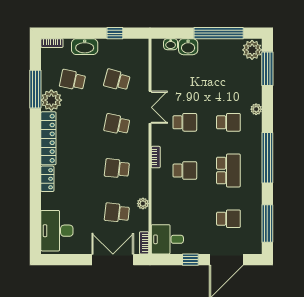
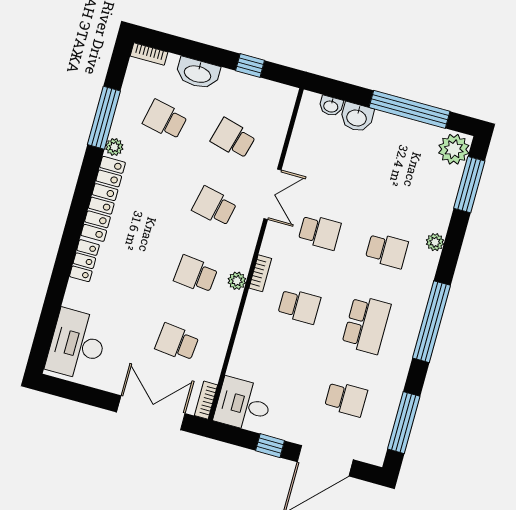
plant: (51, 100) -> (114, 147), width x0.53, depth x0.53
plant: (143, 204) -> (237, 281), moved

